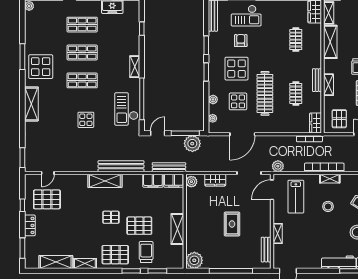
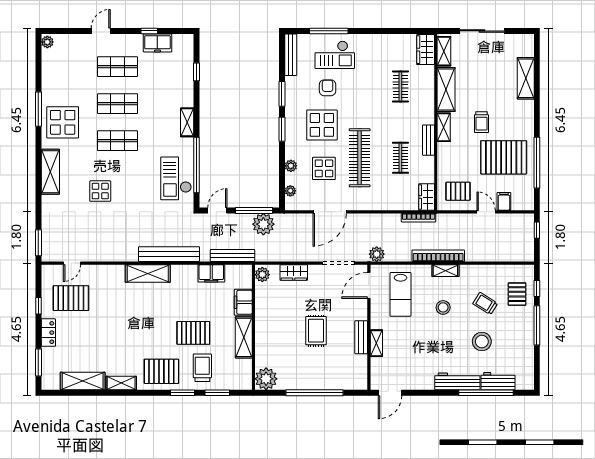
shelving: (328, 85) -> (444, 127), moved
pallet: (339, 119) -> (458, 191), turned 90
display table: (86, 120) -> (100, 191), moved
filing cabinet: (174, 181) -> (243, 302), moved, turned 90
pallet: (111, 217) -> (156, 322), removed
bench: (266, 250) -> (361, 337), moved

